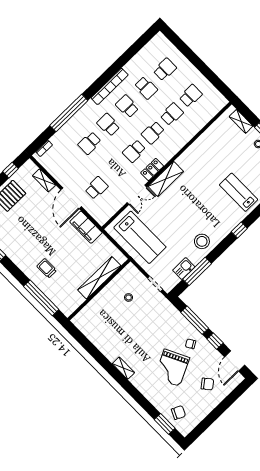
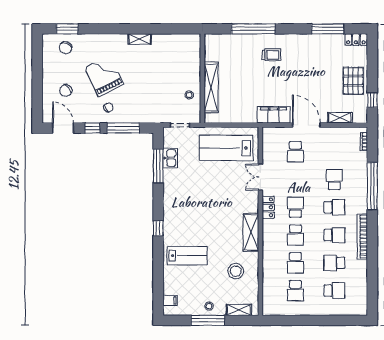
school desk: (165, 69) -> (334, 291), turned -90
school desk: (153, 133) -> (295, 235), turned 180
shelving: (166, 179) -> (251, 232), moved
stool: (202, 241) -> (236, 271), moved
shelving: (99, 278) -> (211, 87), moved
wall: (99, 290) -> (202, 78), moved

